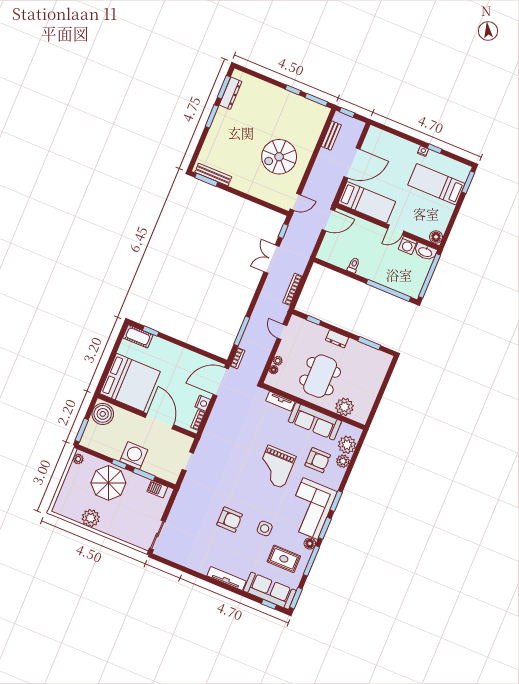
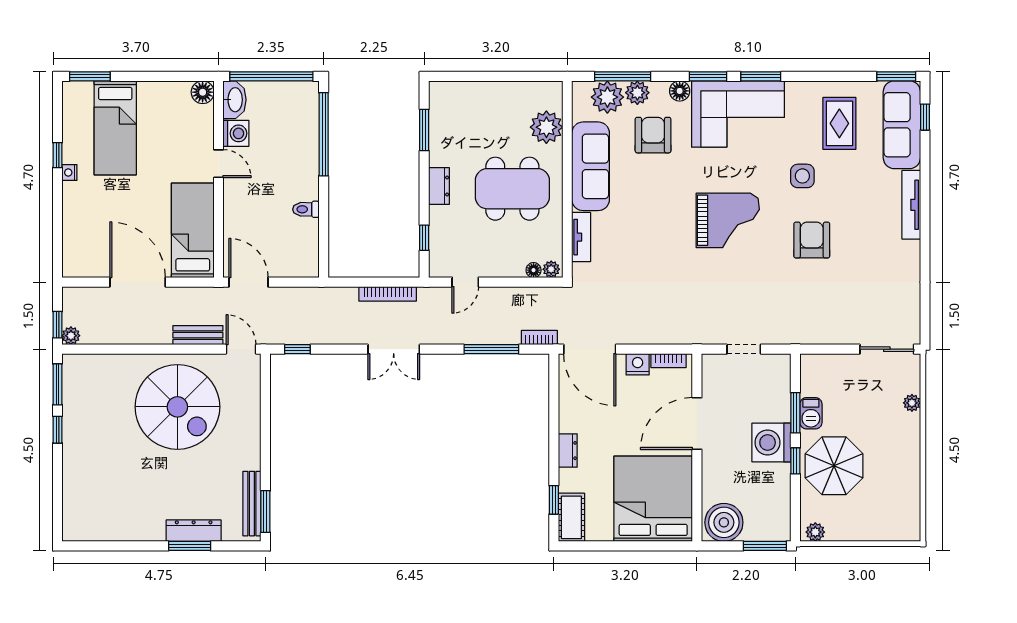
window: (224, 87) -> (100, 546), removed
dresser: (231, 93) -> (194, 531), moved
window: (212, 116) -> (190, 546), moved
plant: (339, 117) -> (71, 336), added
bench: (331, 136) -> (198, 335), moved
spiral stairs: (279, 157) -> (177, 407), width x1.37, depth x1.37
double door: (272, 259) -> (394, 349), moved
dresser: (173, 349) -> (568, 451), added
plant: (278, 361) -> (551, 269), moved
grand piano: (276, 467) -> (728, 220), moved
barbecue: (157, 489) -> (811, 413), moved
plant: (91, 518) -> (912, 403), moved, width x0.53, depth x0.53
floor lamp: (310, 544) -> (680, 91), moved
window: (311, 561) -> (623, 76), moved

